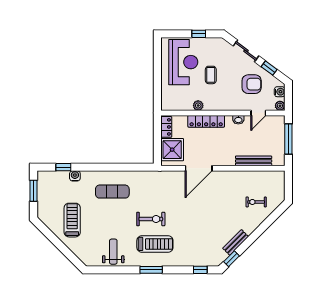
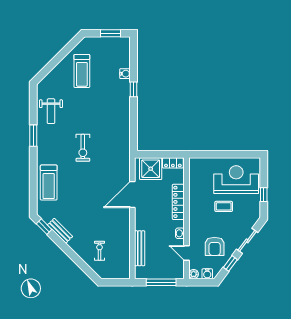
reception desk: (183, 62) -> (236, 180), turned 180
plant: (198, 105) -> (194, 194), removed
window: (63, 167) -> (134, 89), moved
door: (199, 168) -> (132, 194), hinge flipped
exercise mat: (112, 192) -> (110, 110), removed
treadmill: (72, 220) -> (82, 71), turned 90
treadmill: (155, 244) -> (49, 183), moved
weight bench: (113, 252) -> (51, 111), turned 90
window: (151, 270) -> (33, 136), moved
window: (200, 270) -> (33, 196), removed

